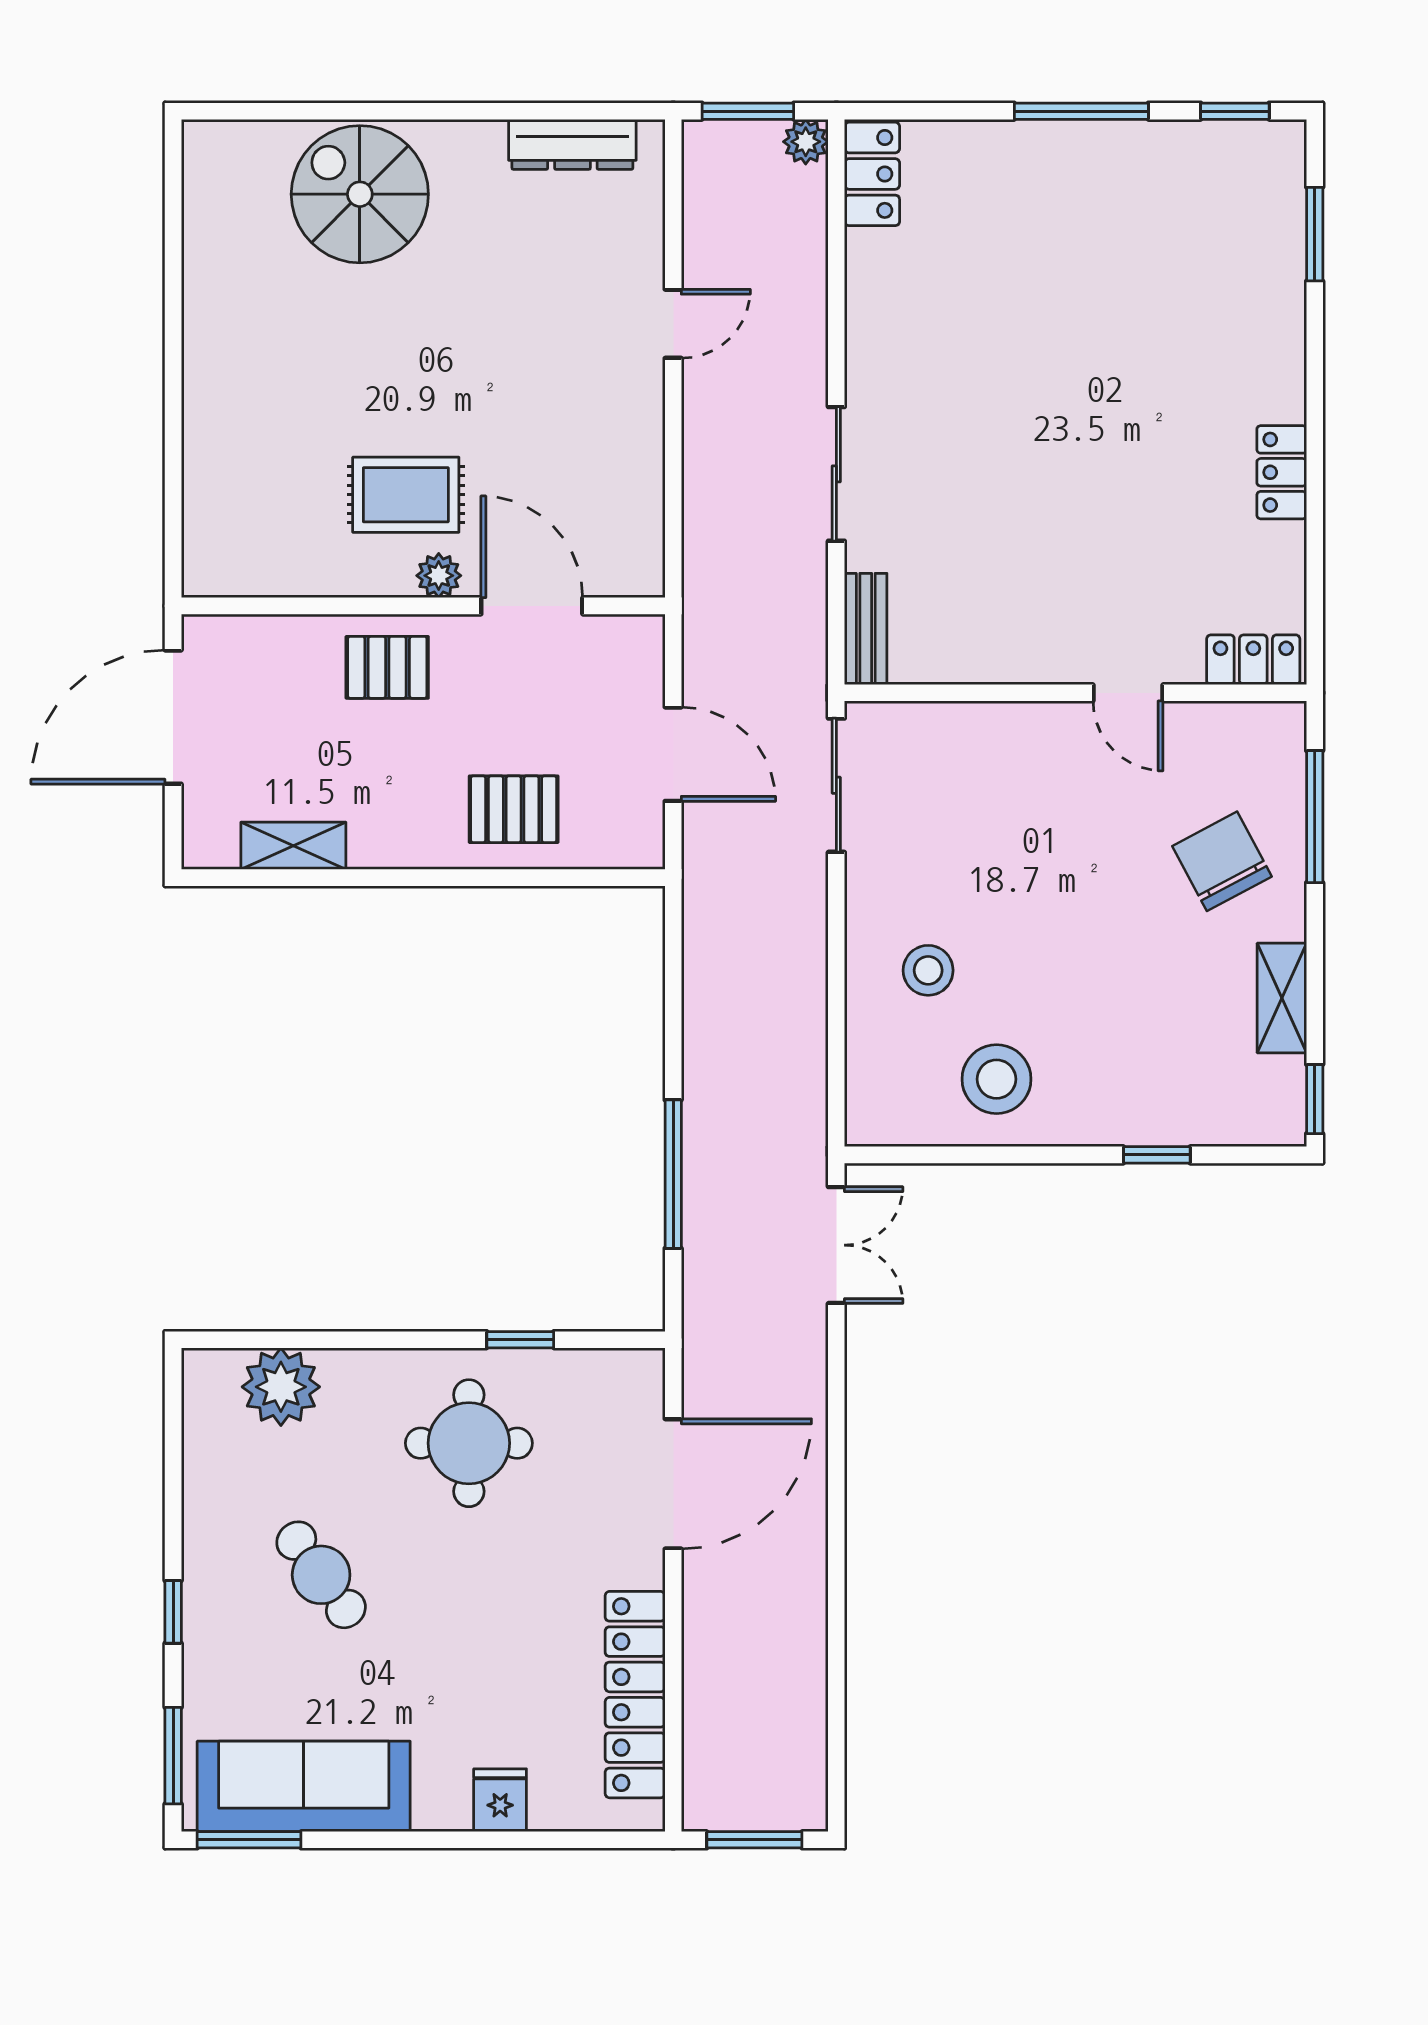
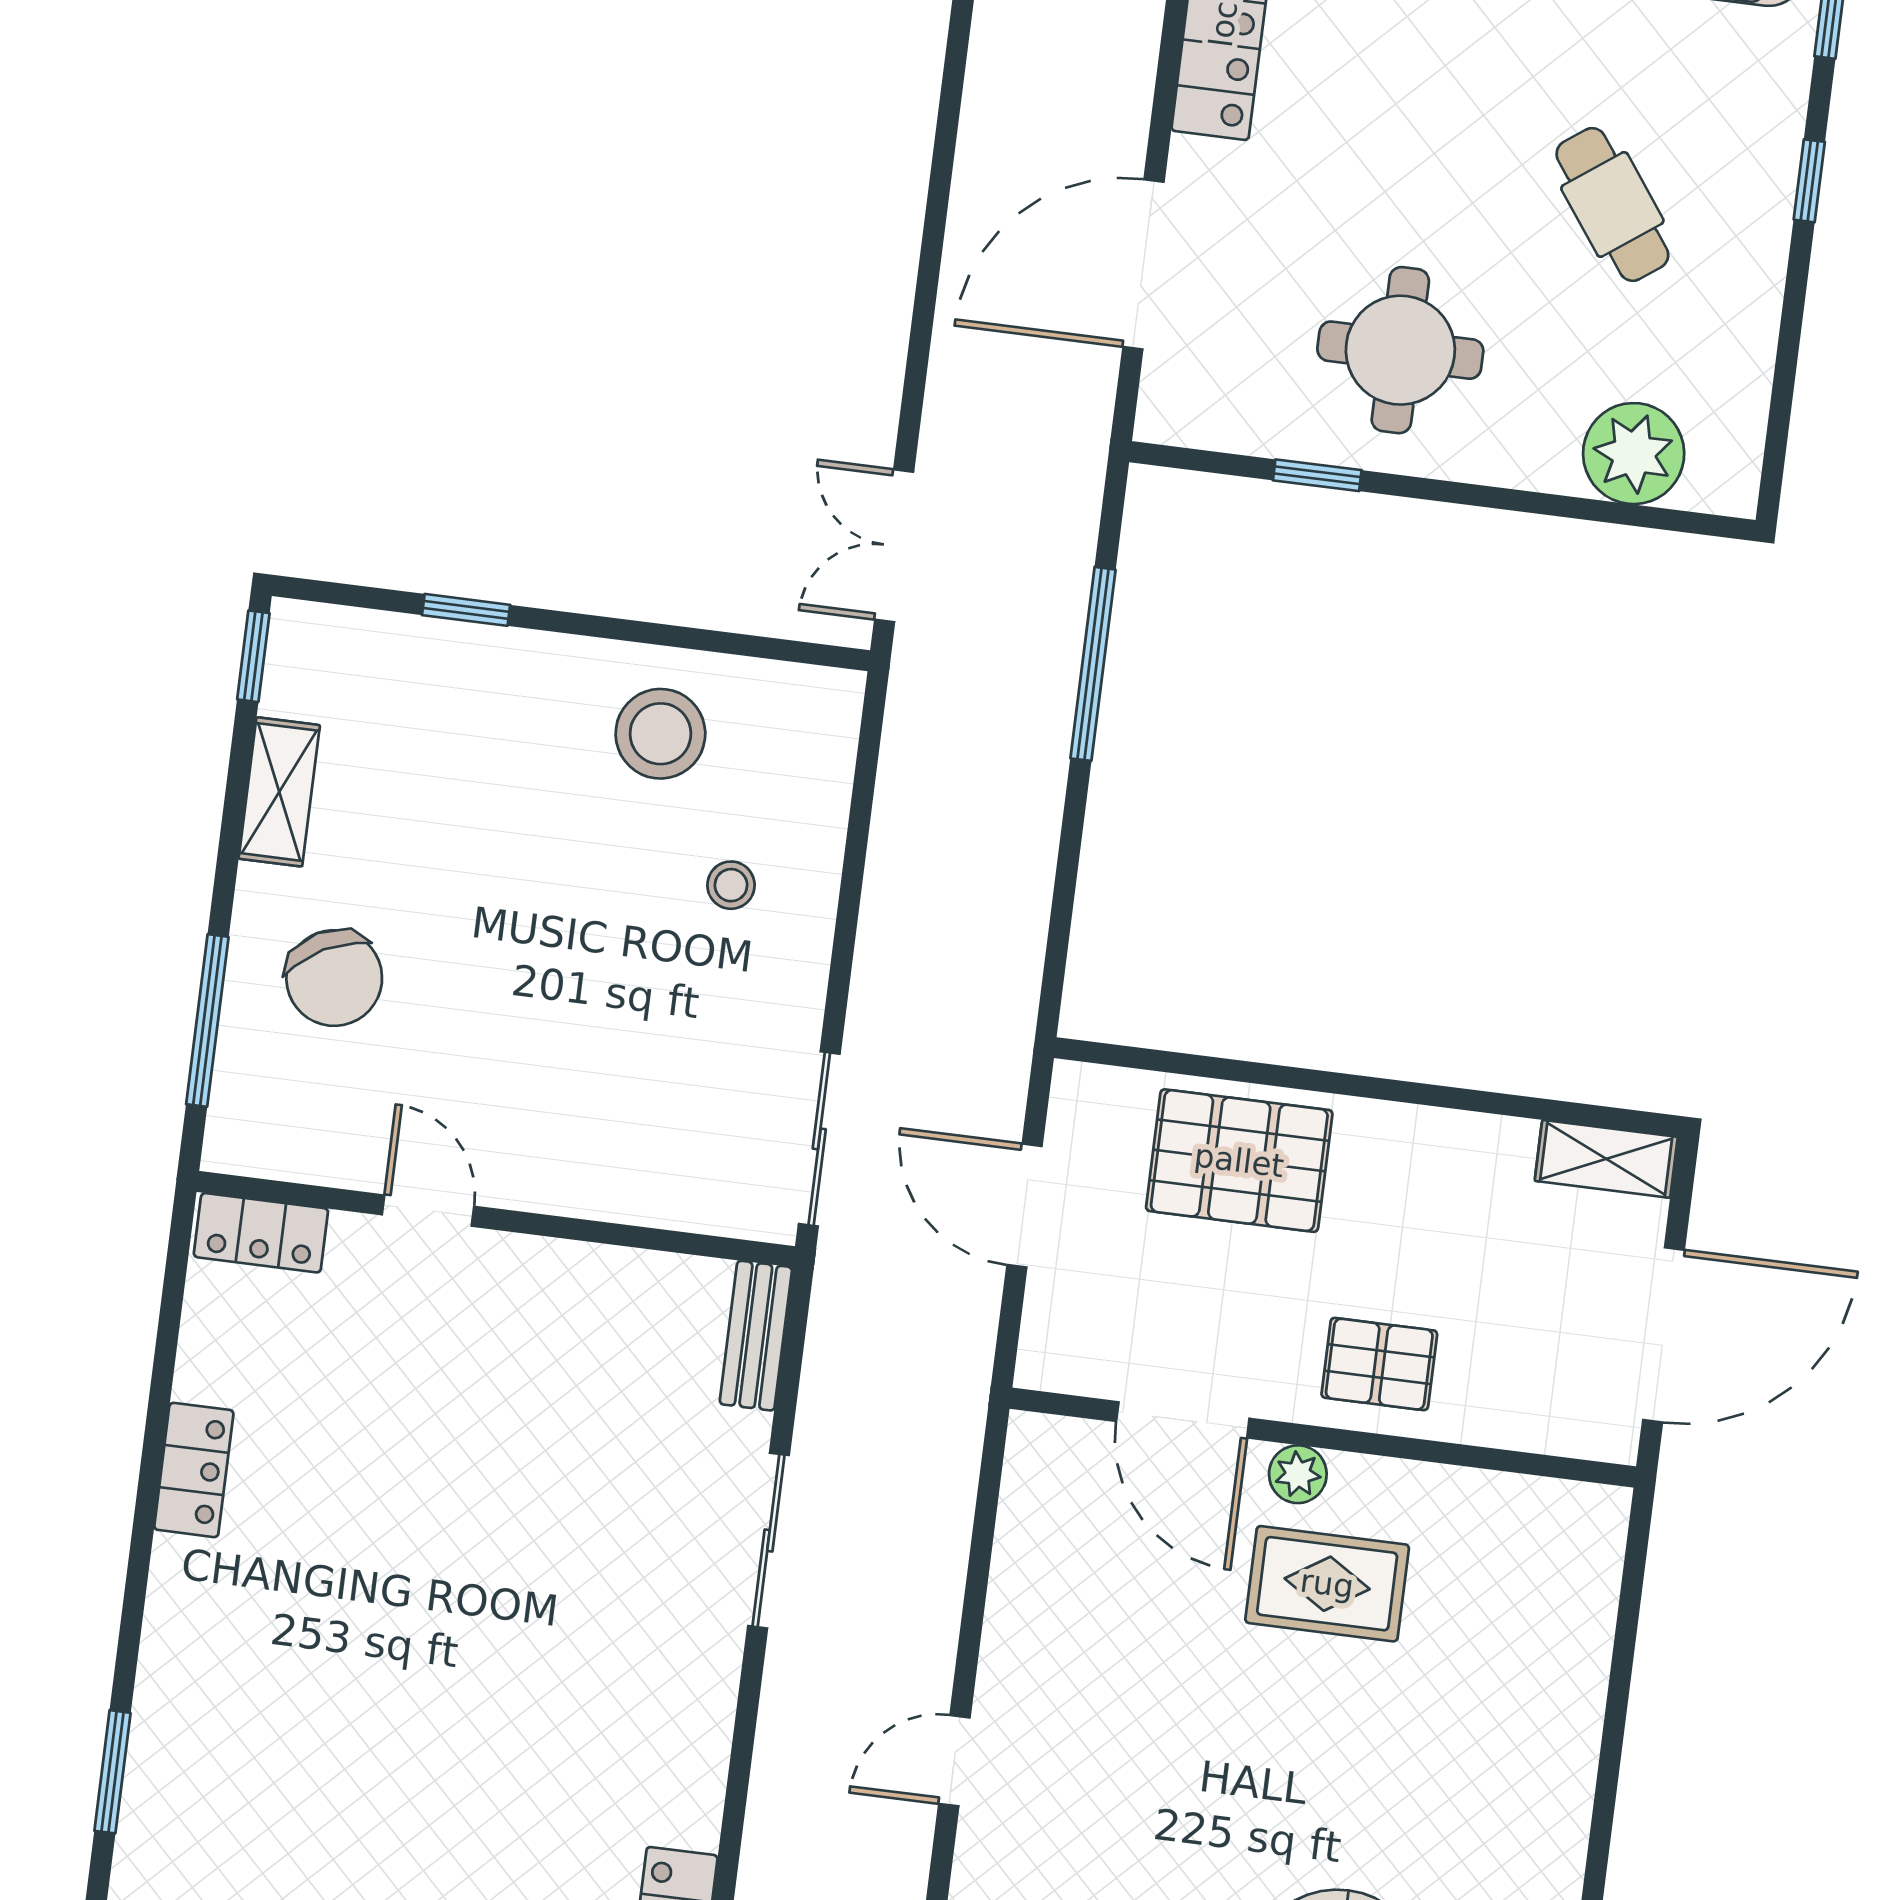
pallet: (514, 809) -> (1239, 1161), width x1.50, depth x1.42
shelving: (293, 846) -> (1606, 1159), moved
stool: (928, 970) -> (731, 885), width x0.73, depth x0.73

